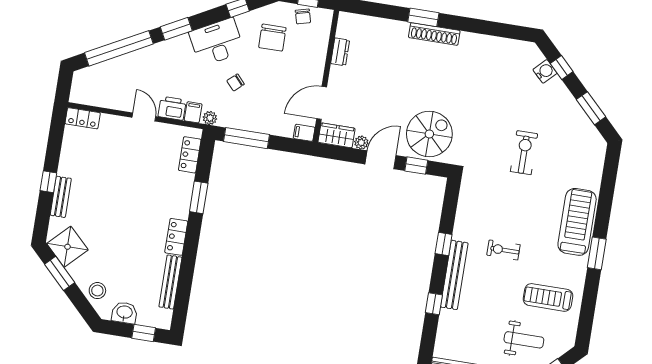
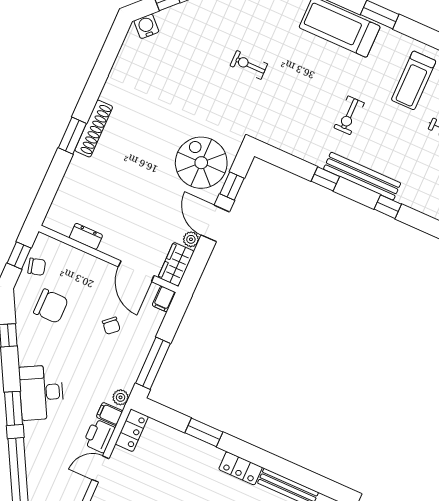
desk: (217, 42) -> (41, 392), moved
water cooler: (545, 71) -> (146, 26), moved
chair: (236, 82) -> (111, 326), moved
exercise bike: (524, 153) -> (249, 65), width x0.73, depth x0.72
locker: (190, 155) -> (132, 430), moved, turned -90

